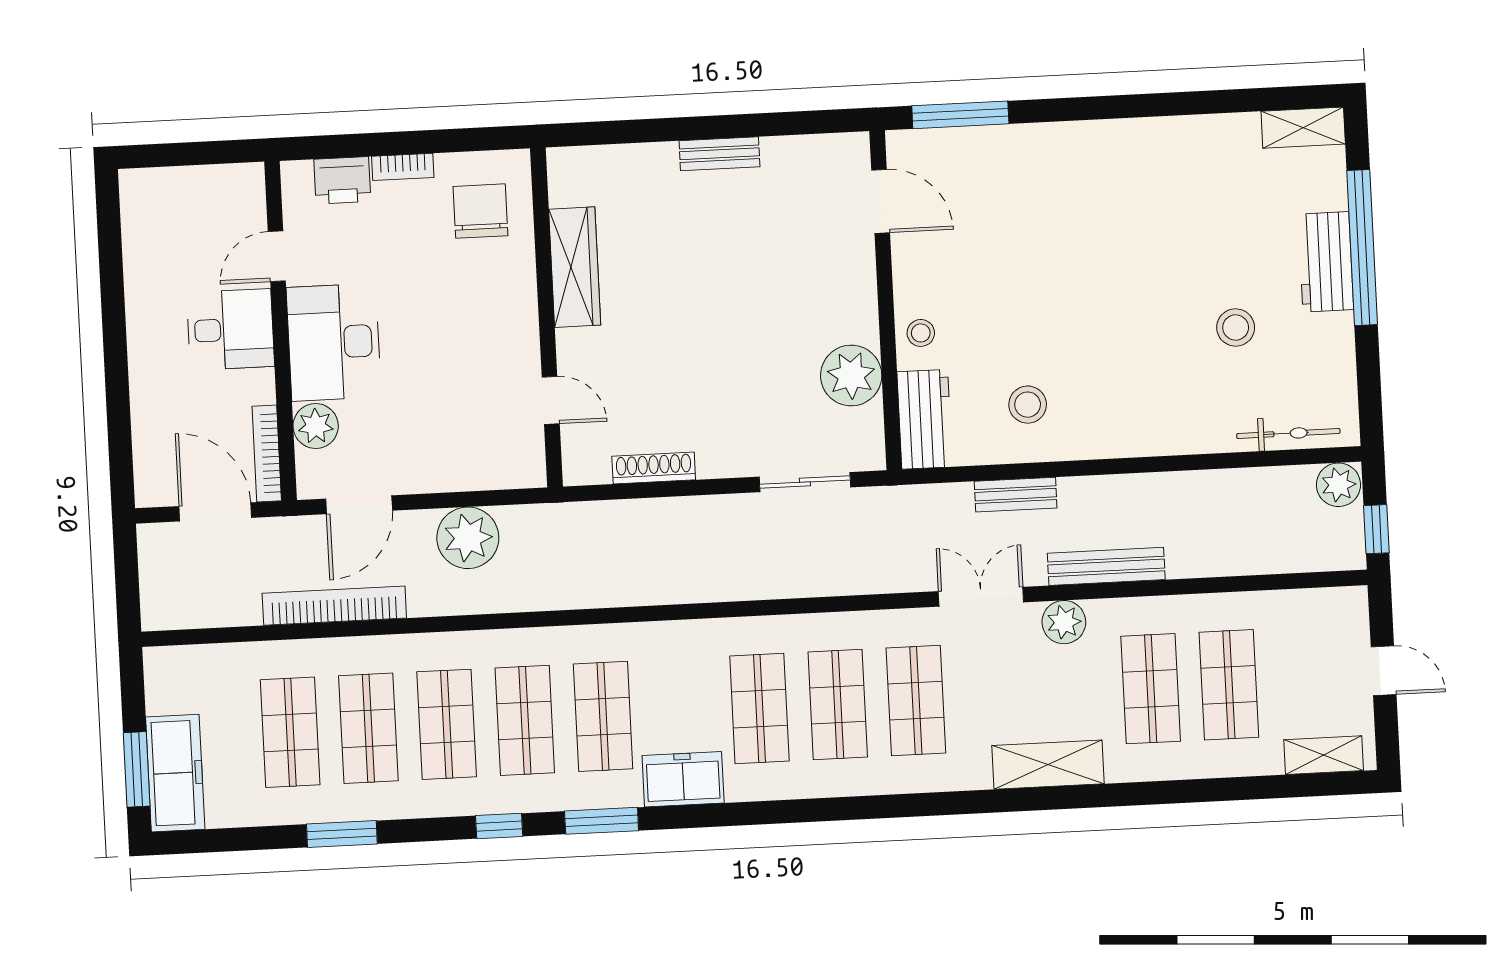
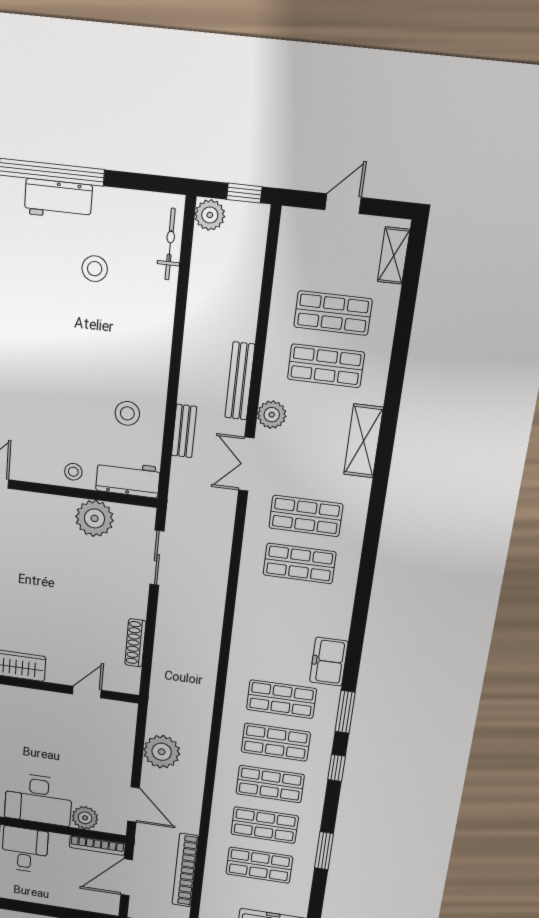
bookcase: (334, 606) -> (185, 870), moved
shop shelf: (759, 708) -> (293, 610), removed

